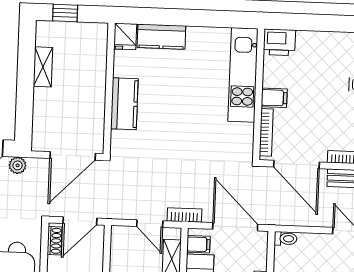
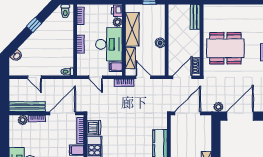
dishwasher: (242, 136) -> (94, 128), added
door: (296, 164) -> (63, 113), hinge flipped
door: (235, 227) -> (96, 77), width x0.53

